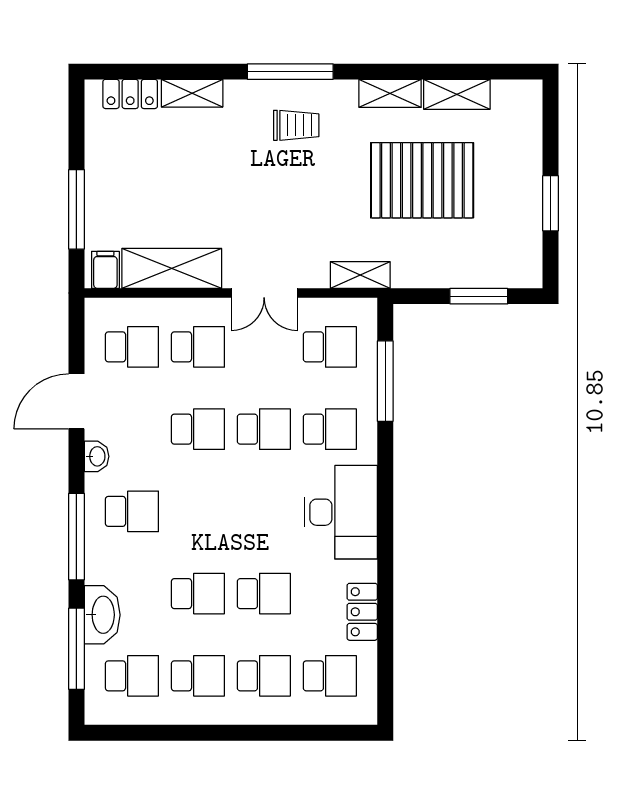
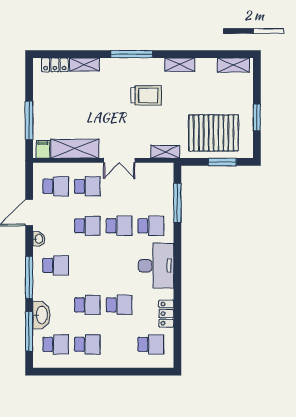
shelving: (457, 94) -> (233, 65), moved
trolley: (296, 125) -> (146, 95), moved, width x1.36, depth x1.39
pallet: (422, 180) -> (214, 133), moved
school desk: (330, 347) -> (151, 186), removed
school desk: (264, 676) -> (119, 344), removed

